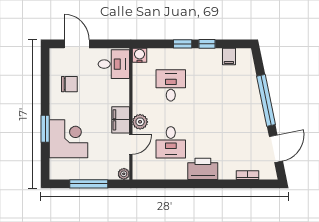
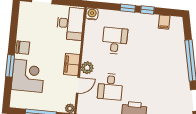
desk: (114, 64) -> (70, 23), width x1.37
chair: (69, 84) -> (23, 48), moved

